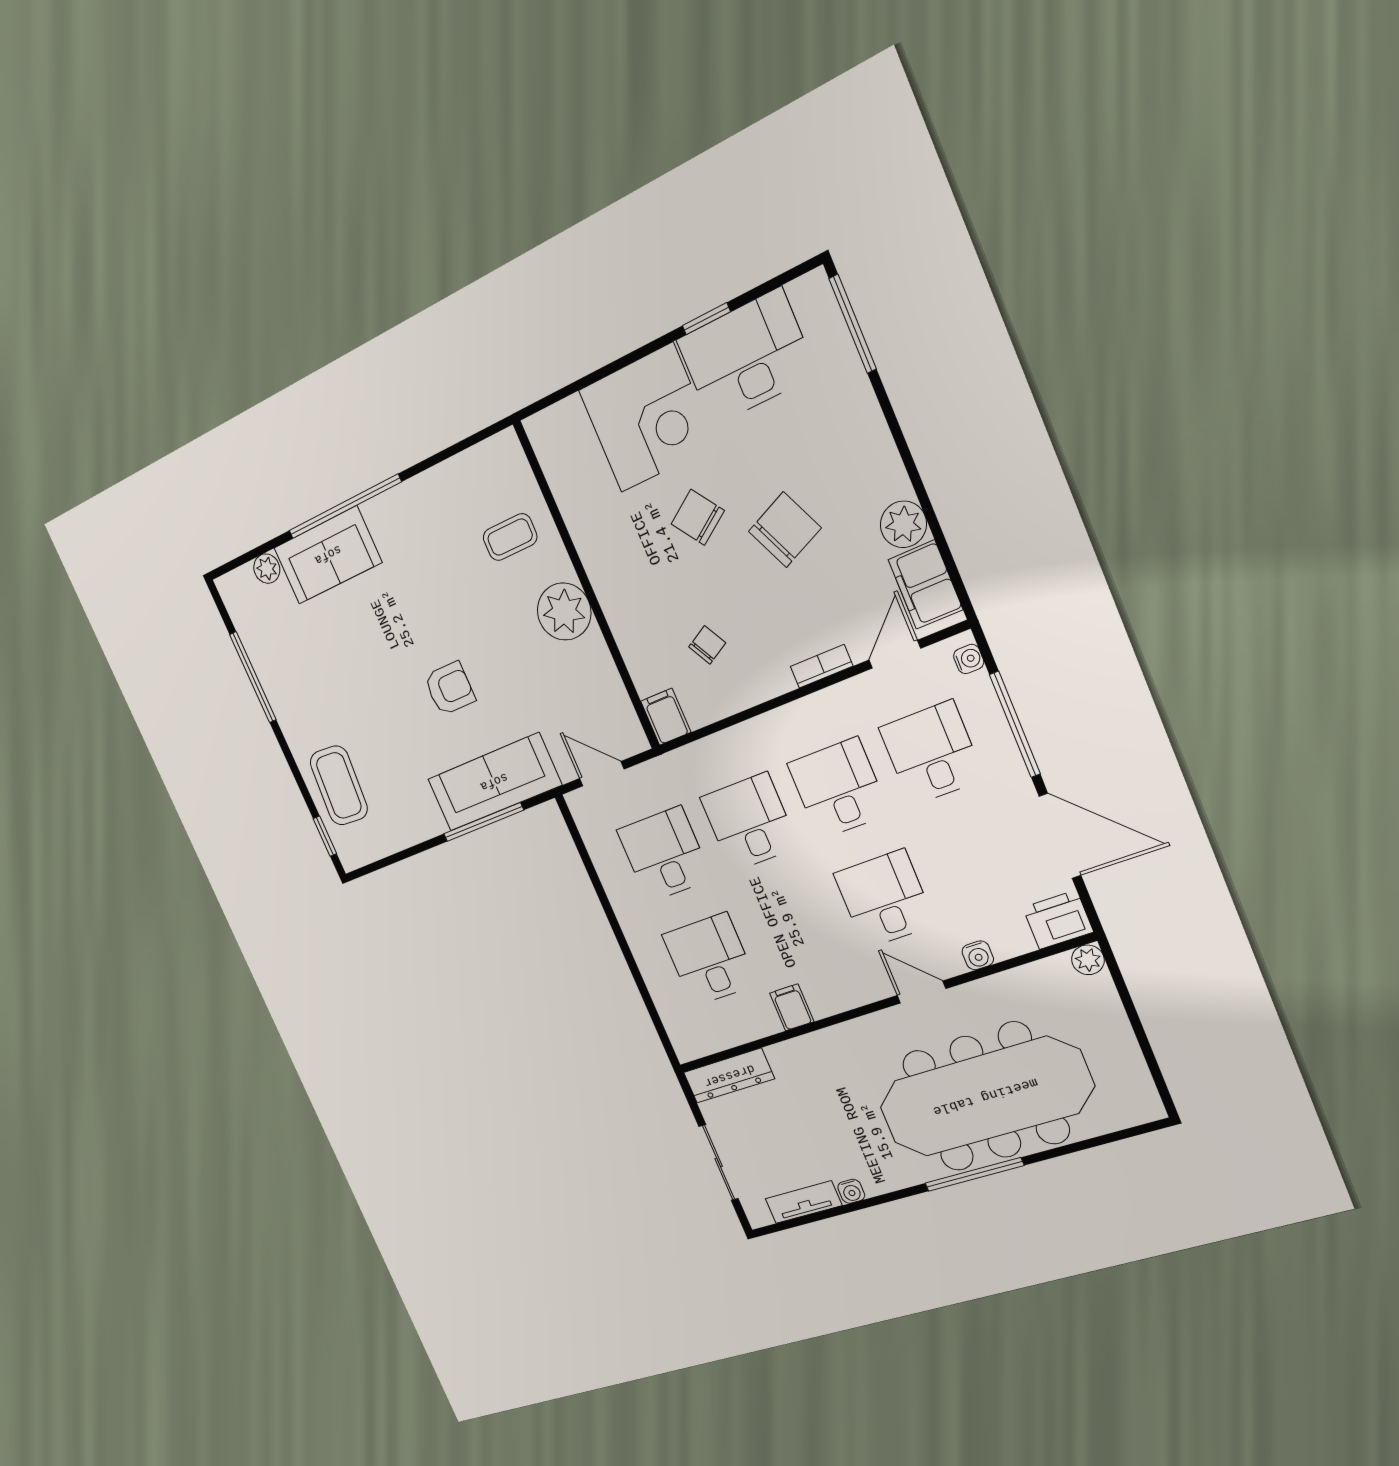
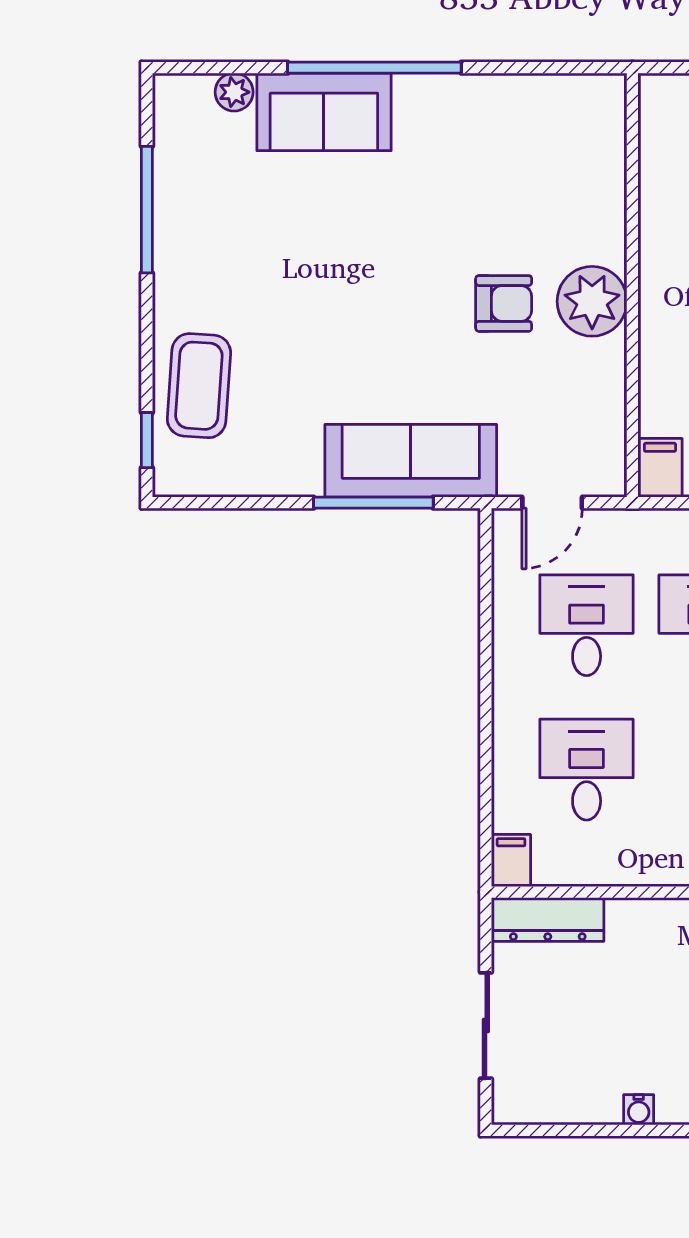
coffee table: (510, 537) -> (565, 192), removed
armchair: (450, 688) -> (504, 303), moved
door: (602, 774) -> (552, 503), swing flipped
filing cabinet: (792, 1007) -> (511, 861), moved
tv unit: (804, 1202) -> (573, 1107), removed

